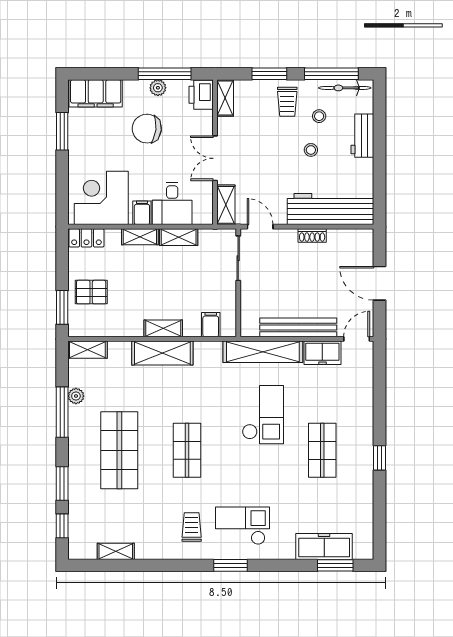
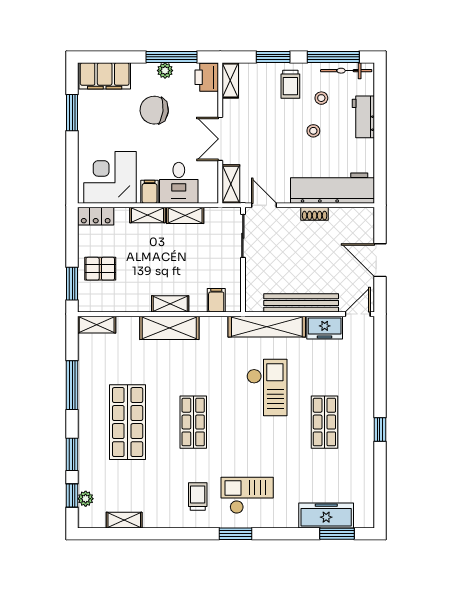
plant: (76, 396) -> (86, 499), moved

